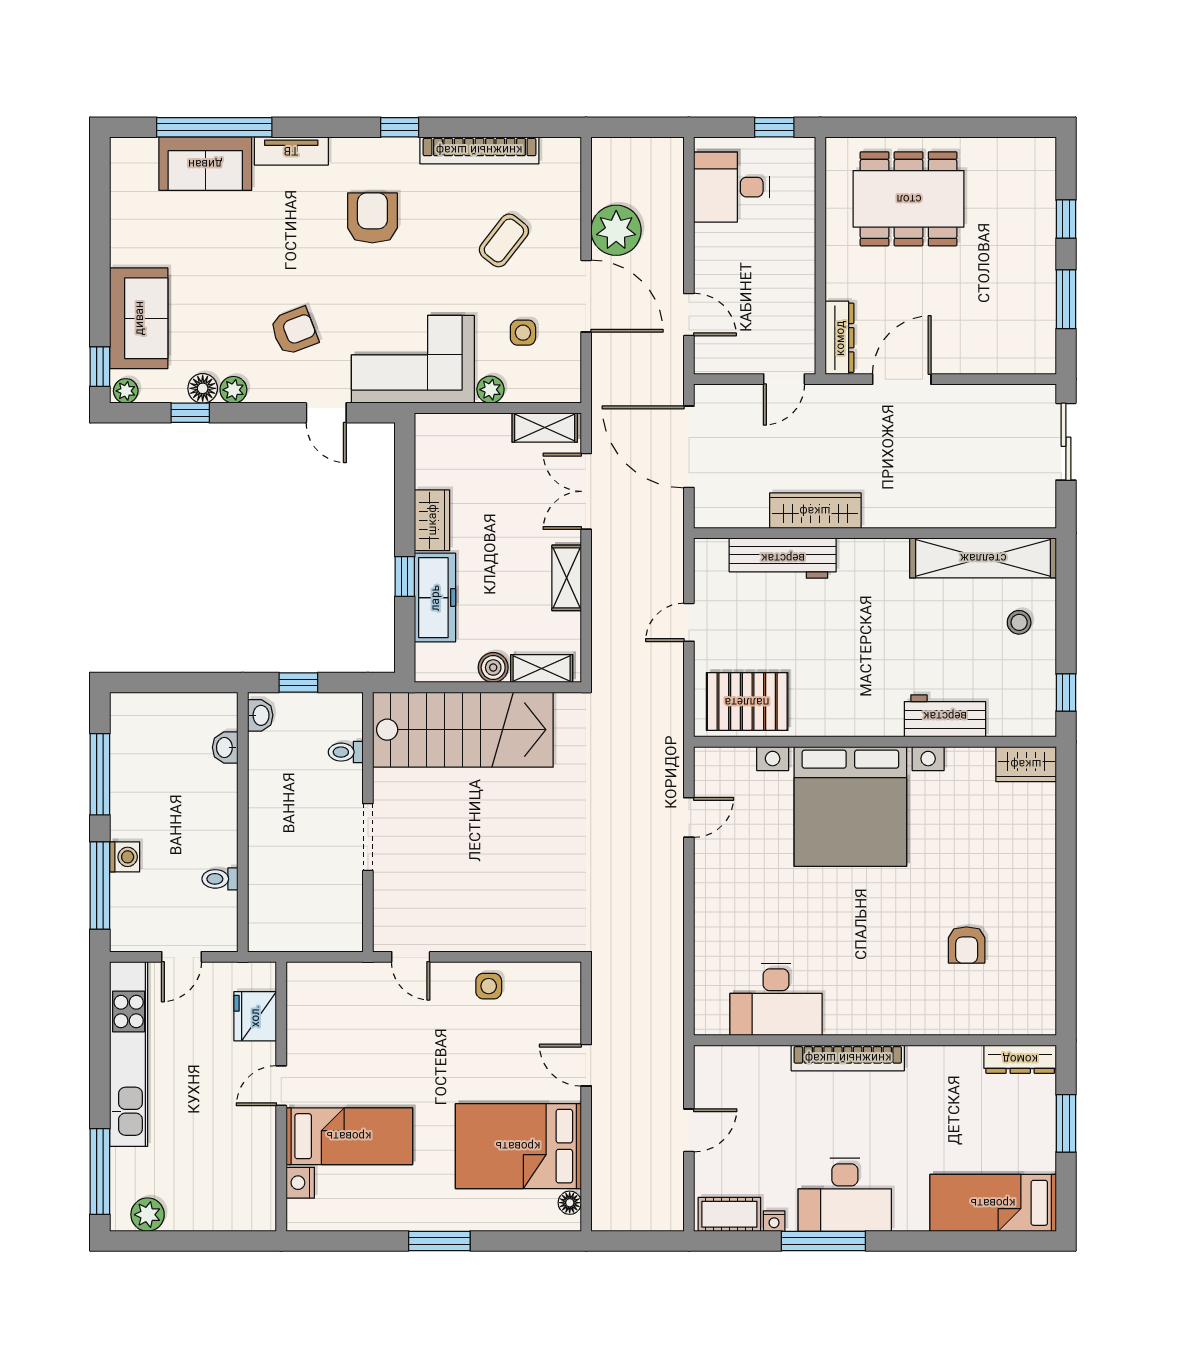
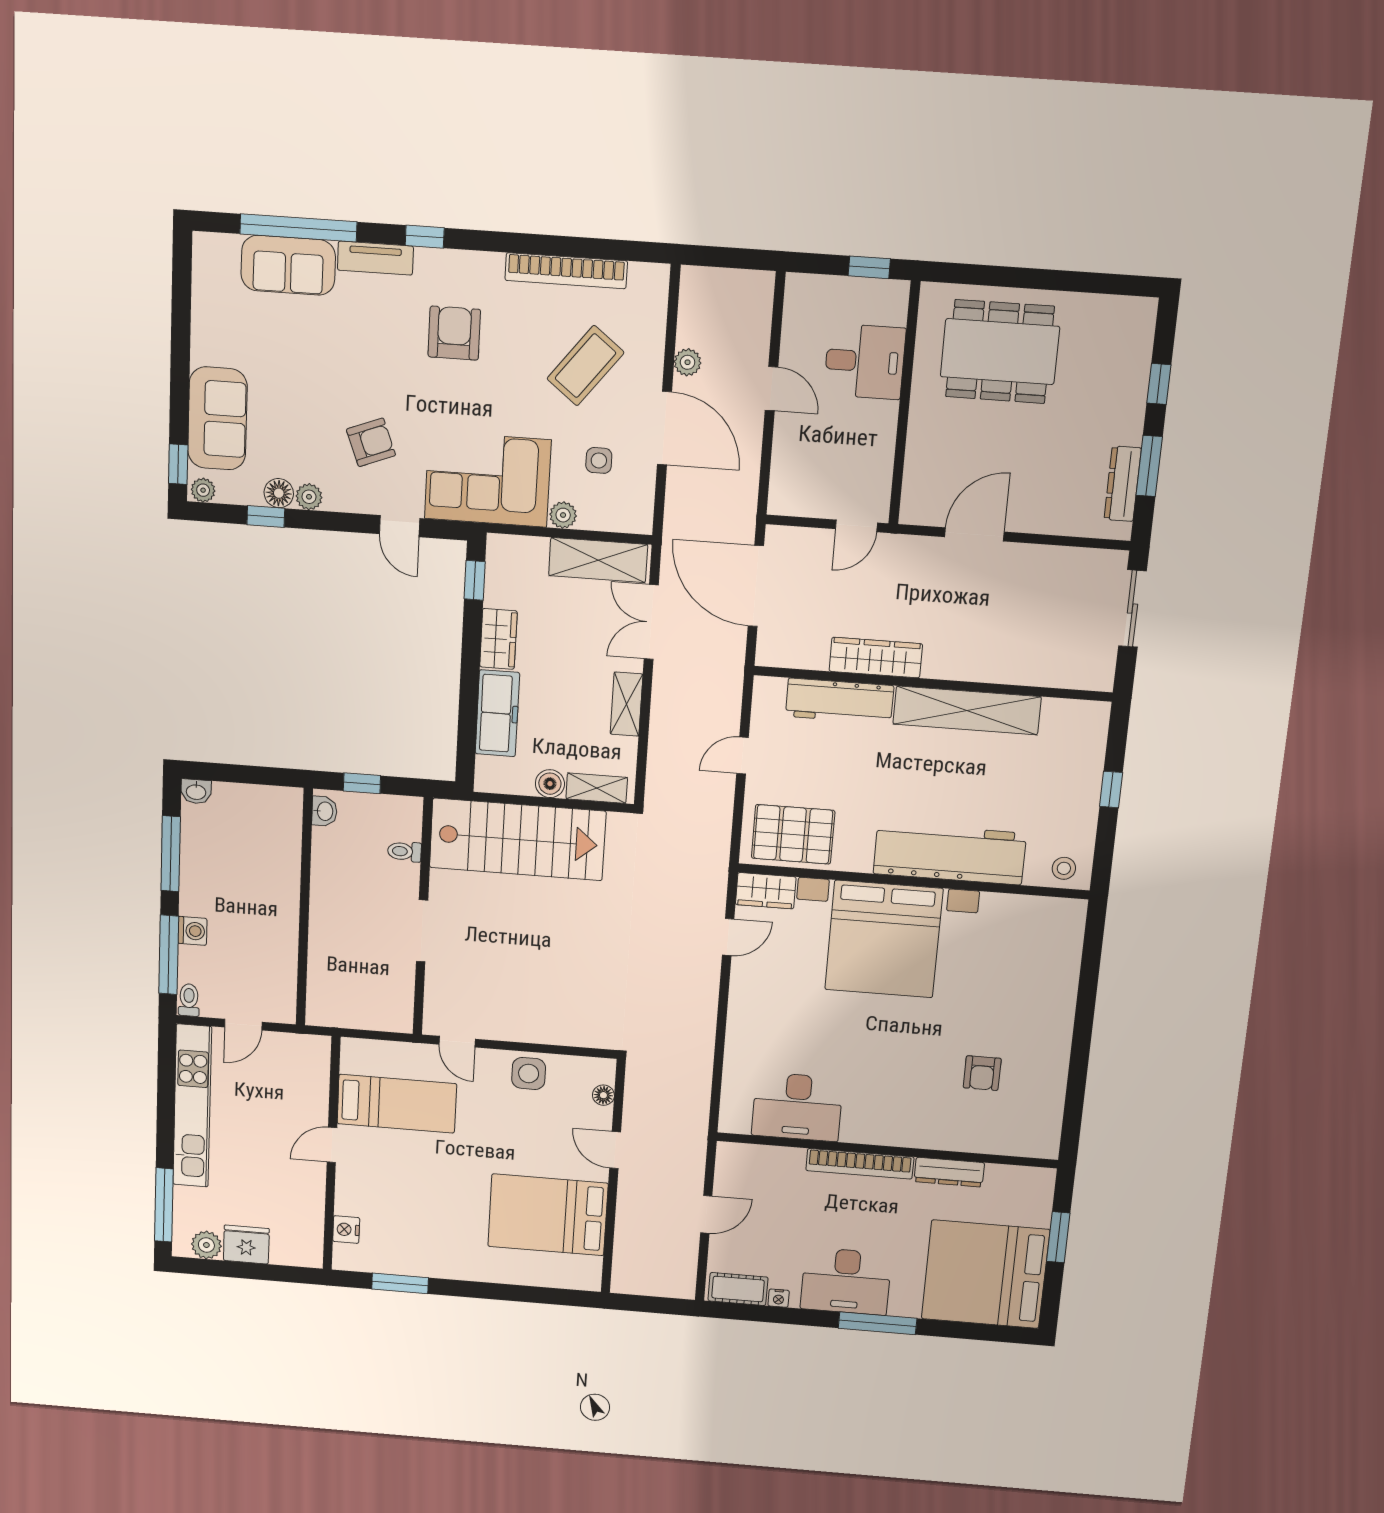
window: (400, 127) -> (425, 237), moved
desk: (731, 187) -> (865, 361), moved, turned 180
plant: (616, 230) -> (688, 362), width x0.53, depth x0.53
coffee table: (504, 240) -> (585, 366), width x1.36, depth x1.30
door: (689, 315) -> (772, 389), moved
dresser: (840, 338) -> (1123, 484), moved, turned 180
shelving: (545, 427) -> (598, 560), width x1.50, depth x1.33
shelving: (983, 558) -> (967, 710), moved
window: (405, 576) -> (475, 580), moved
stool: (1019, 622) -> (1064, 868), moved
window: (1066, 693) -> (1111, 789), moved
workbench: (945, 716) -> (950, 854), width x1.87, depth x1.32
washbasin: (225, 747) -> (196, 791), moved, turned -90
wardrobe: (1026, 764) -> (766, 891), moved
toilet: (220, 879) -> (189, 1000), moved, turned 90
side table: (489, 986) -> (529, 1073), width x1.37, depth x1.37
fridge: (255, 1016) -> (246, 1244), moved, turned 90
dresser: (1020, 1059) -> (949, 1172), moved
bed: (349, 1136) -> (397, 1104), moved
floor lamp: (570, 1203) -> (603, 1095), moved
bed: (993, 1203) -> (985, 1274), width x2.04
window: (439, 1241) -> (400, 1283), moved
window: (823, 1241) -> (878, 1323), moved

